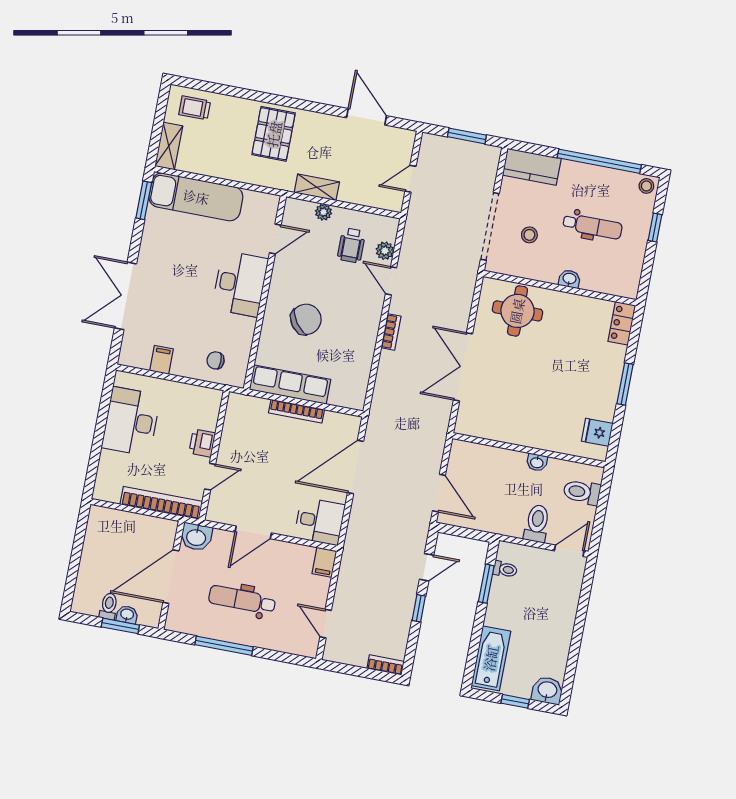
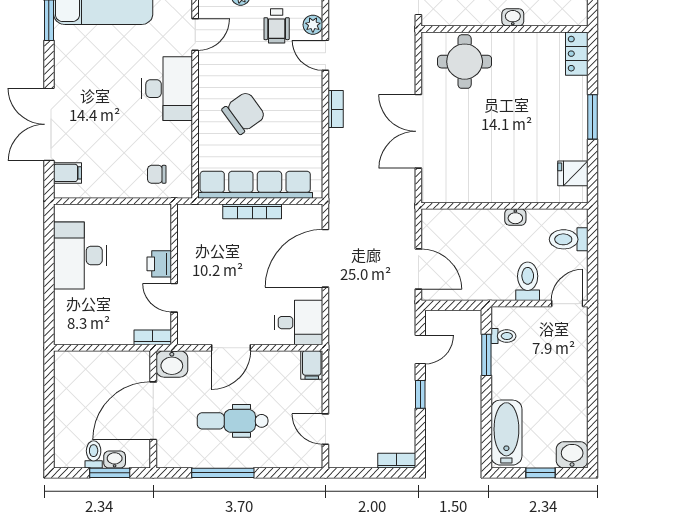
filing cabinet: (162, 360) -> (67, 173), moved, turned 90
row of seats: (290, 385) -> (255, 185), width x1.36
door: (210, 477) -> (174, 298), swing flipped
bookcase: (161, 503) -> (153, 337), width x0.43, depth x0.76

